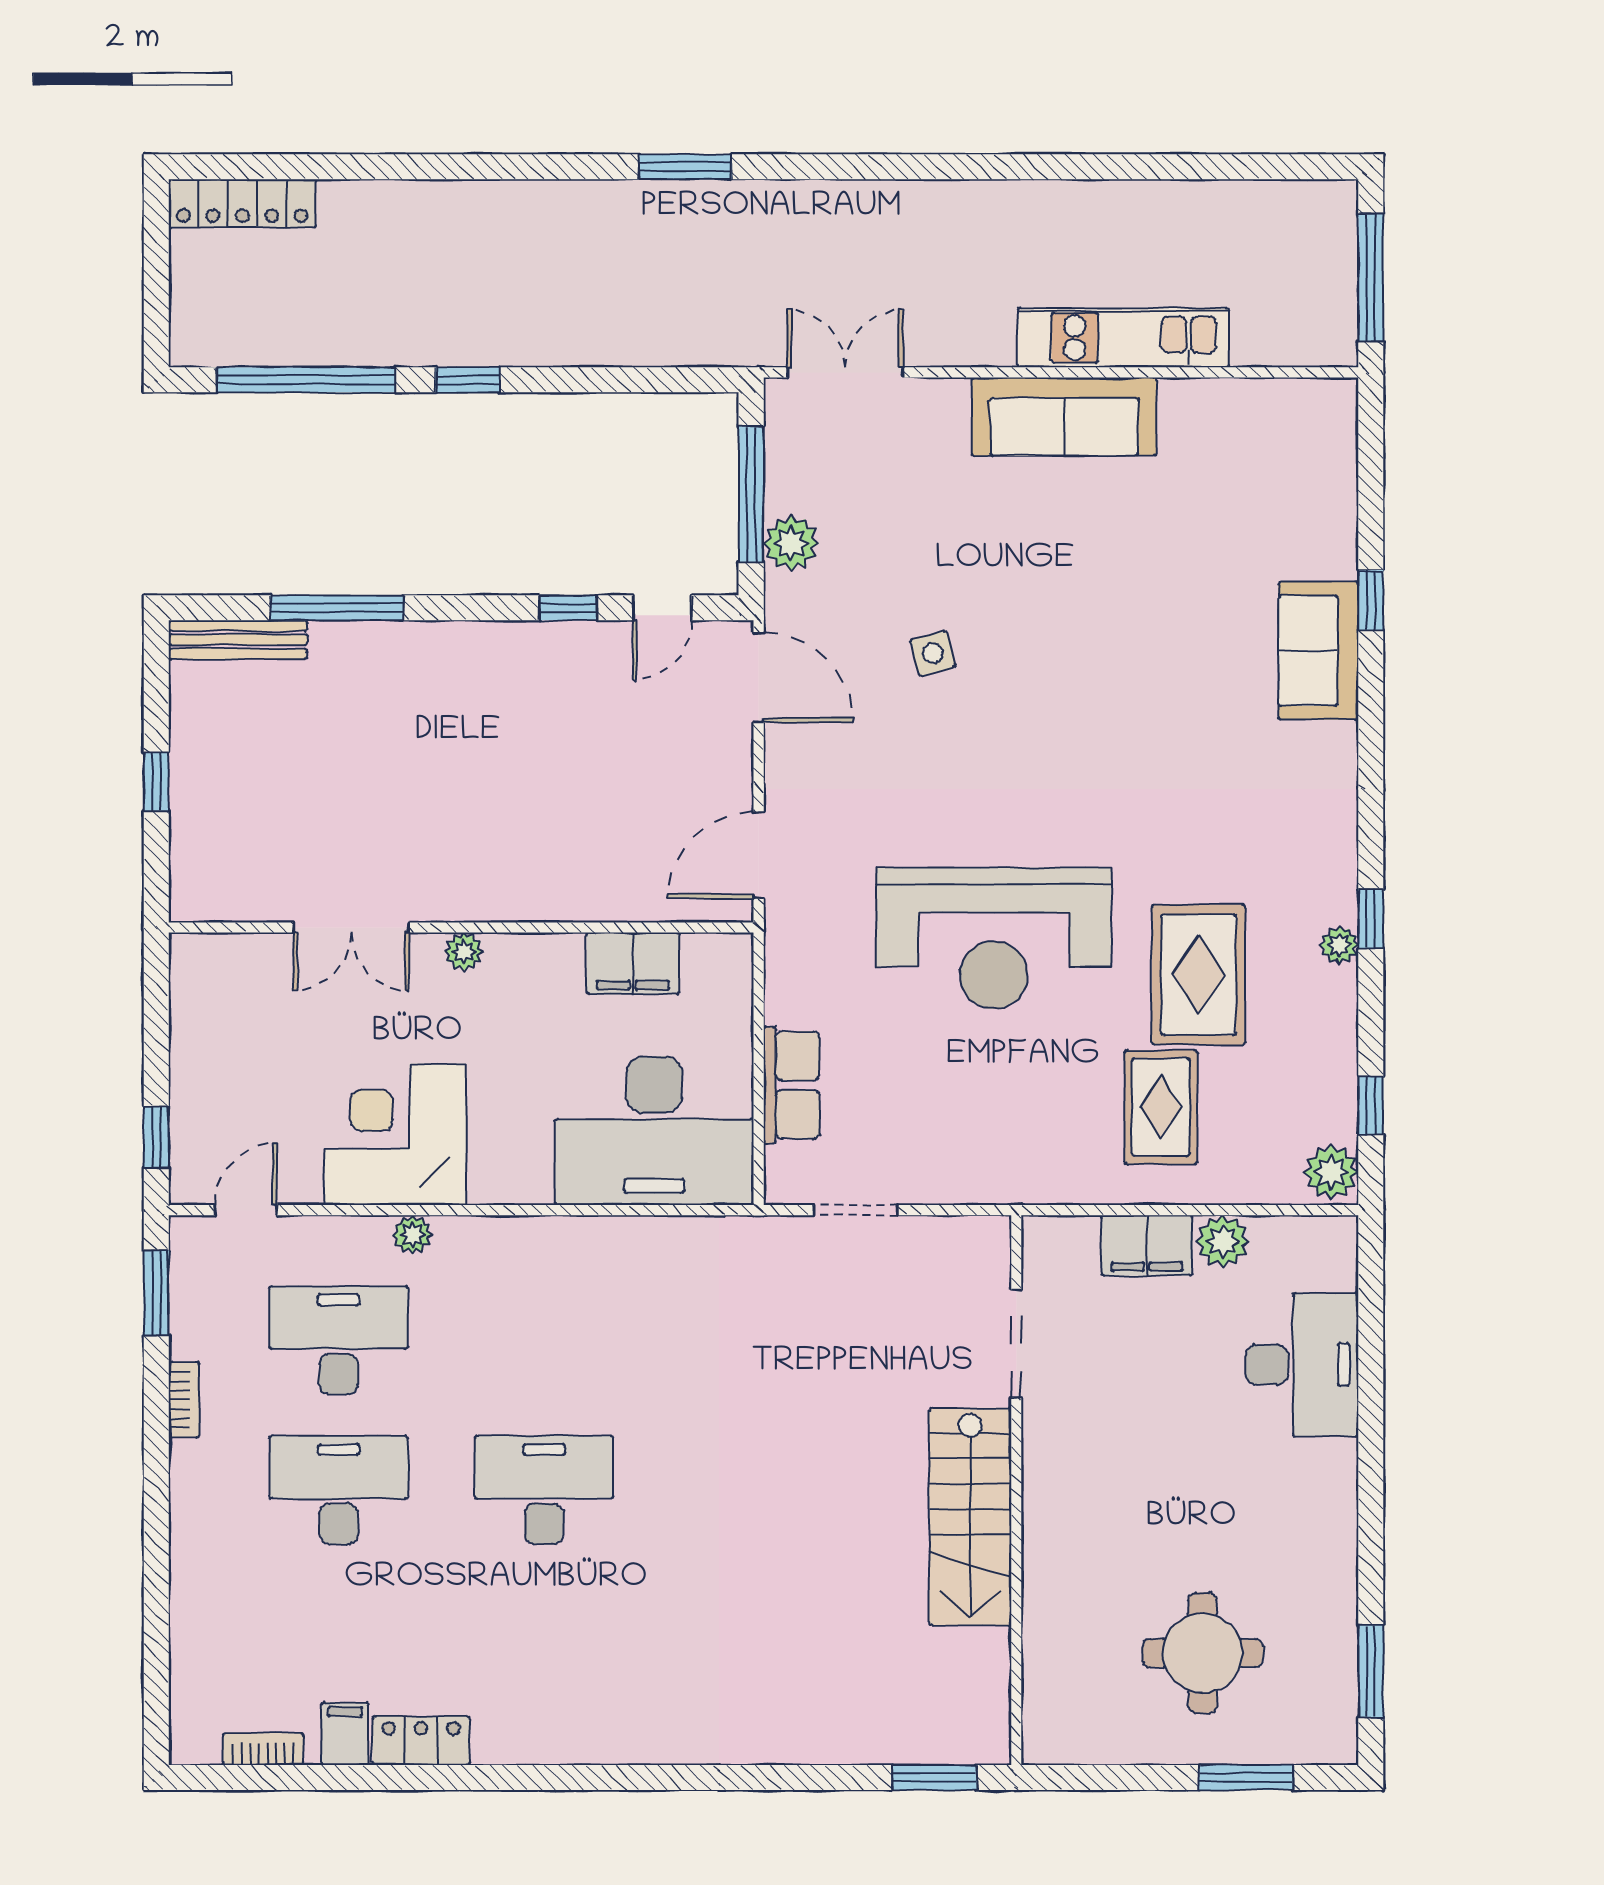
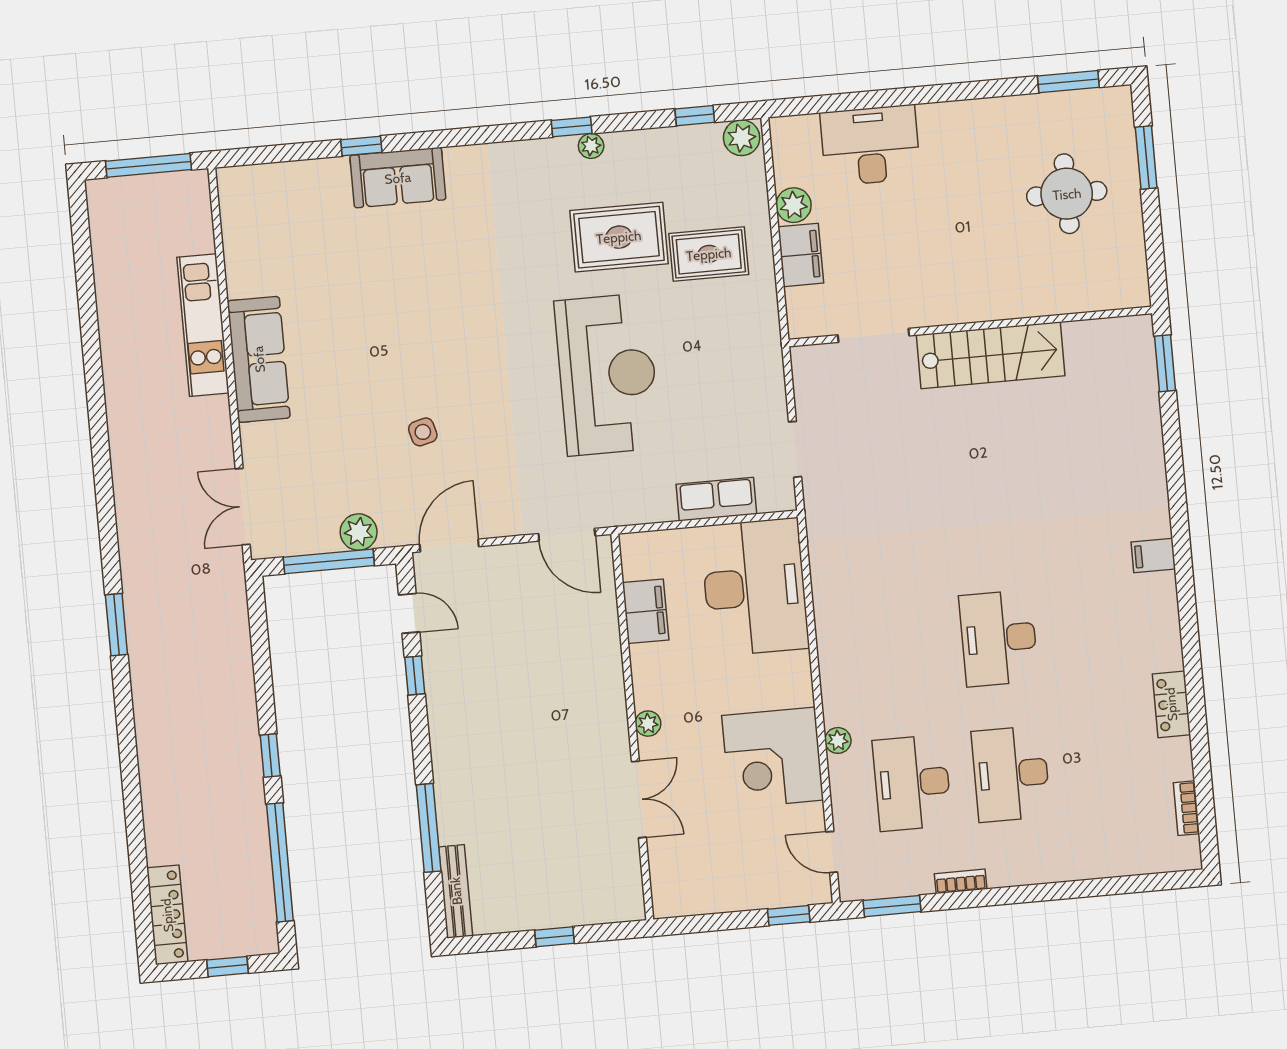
window: (156, 287) -> (227, 967), added
filing cabinet: (345, 1734) -> (1153, 555), moved

